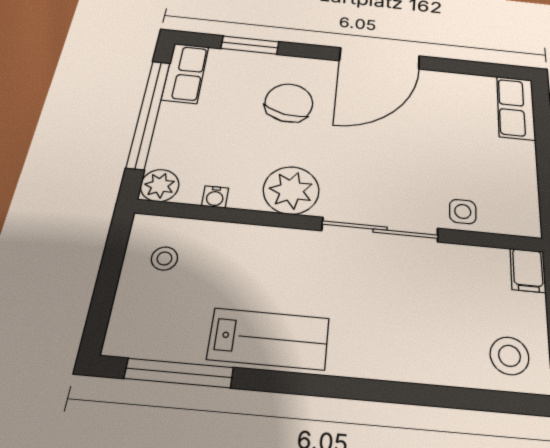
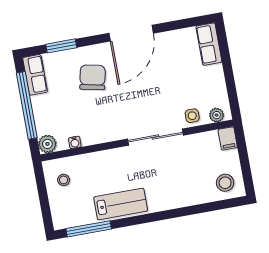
plant: (291, 190) -> (217, 115), moved, width x0.53, depth x0.53

